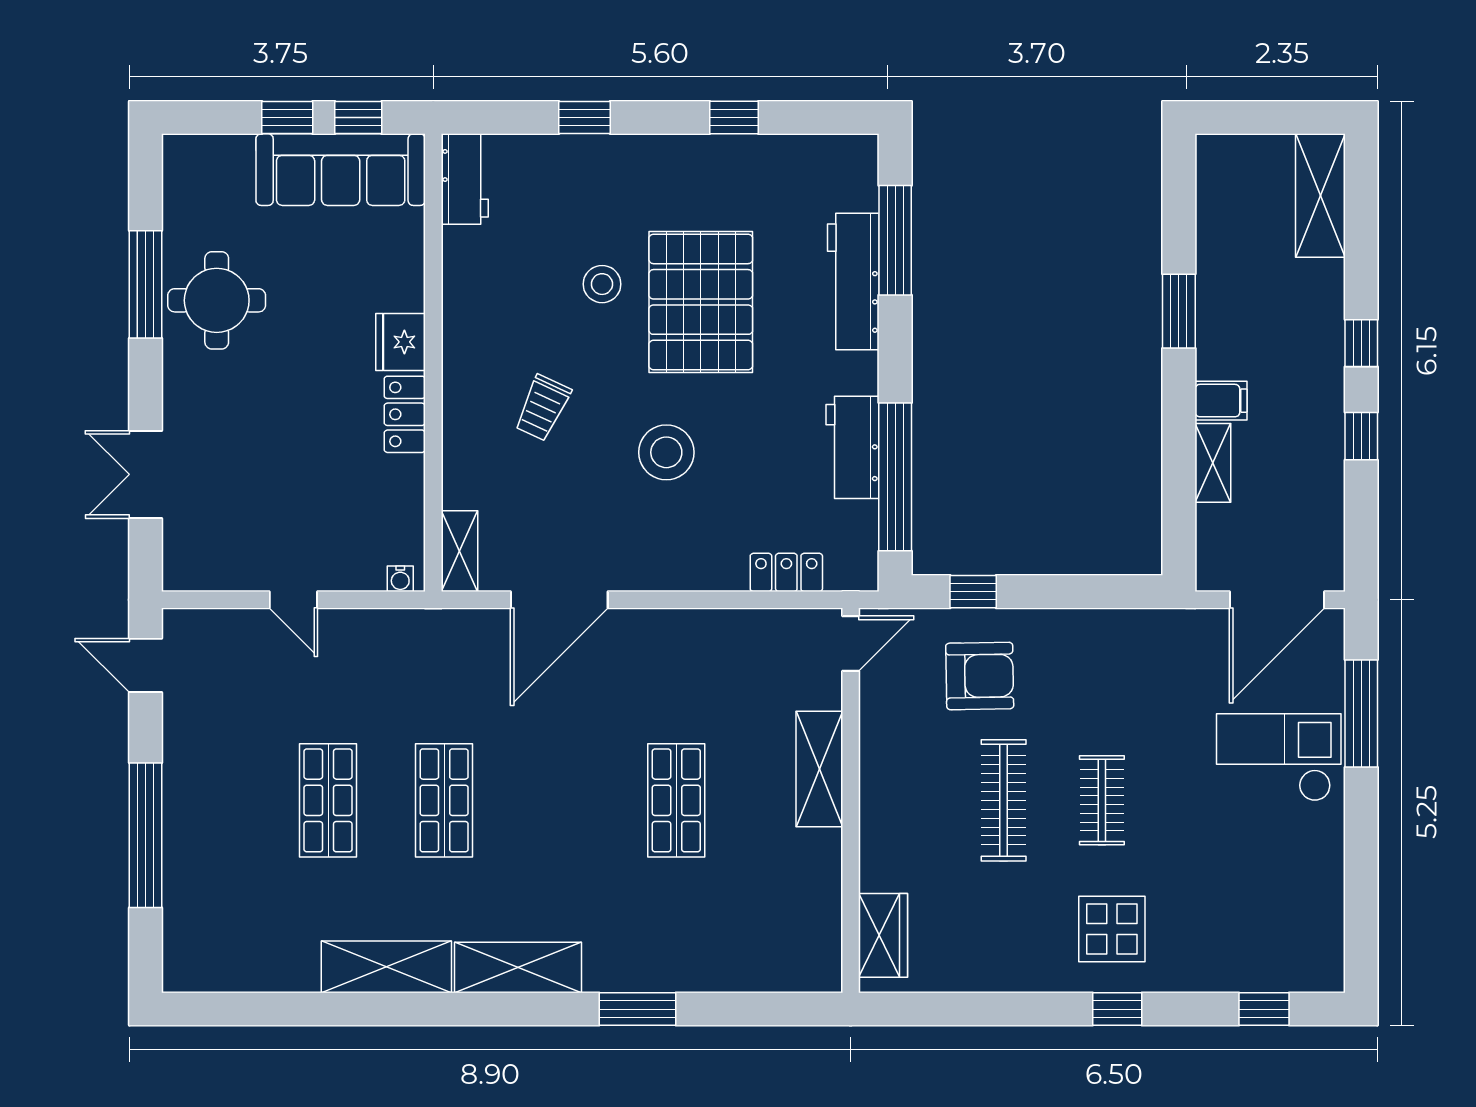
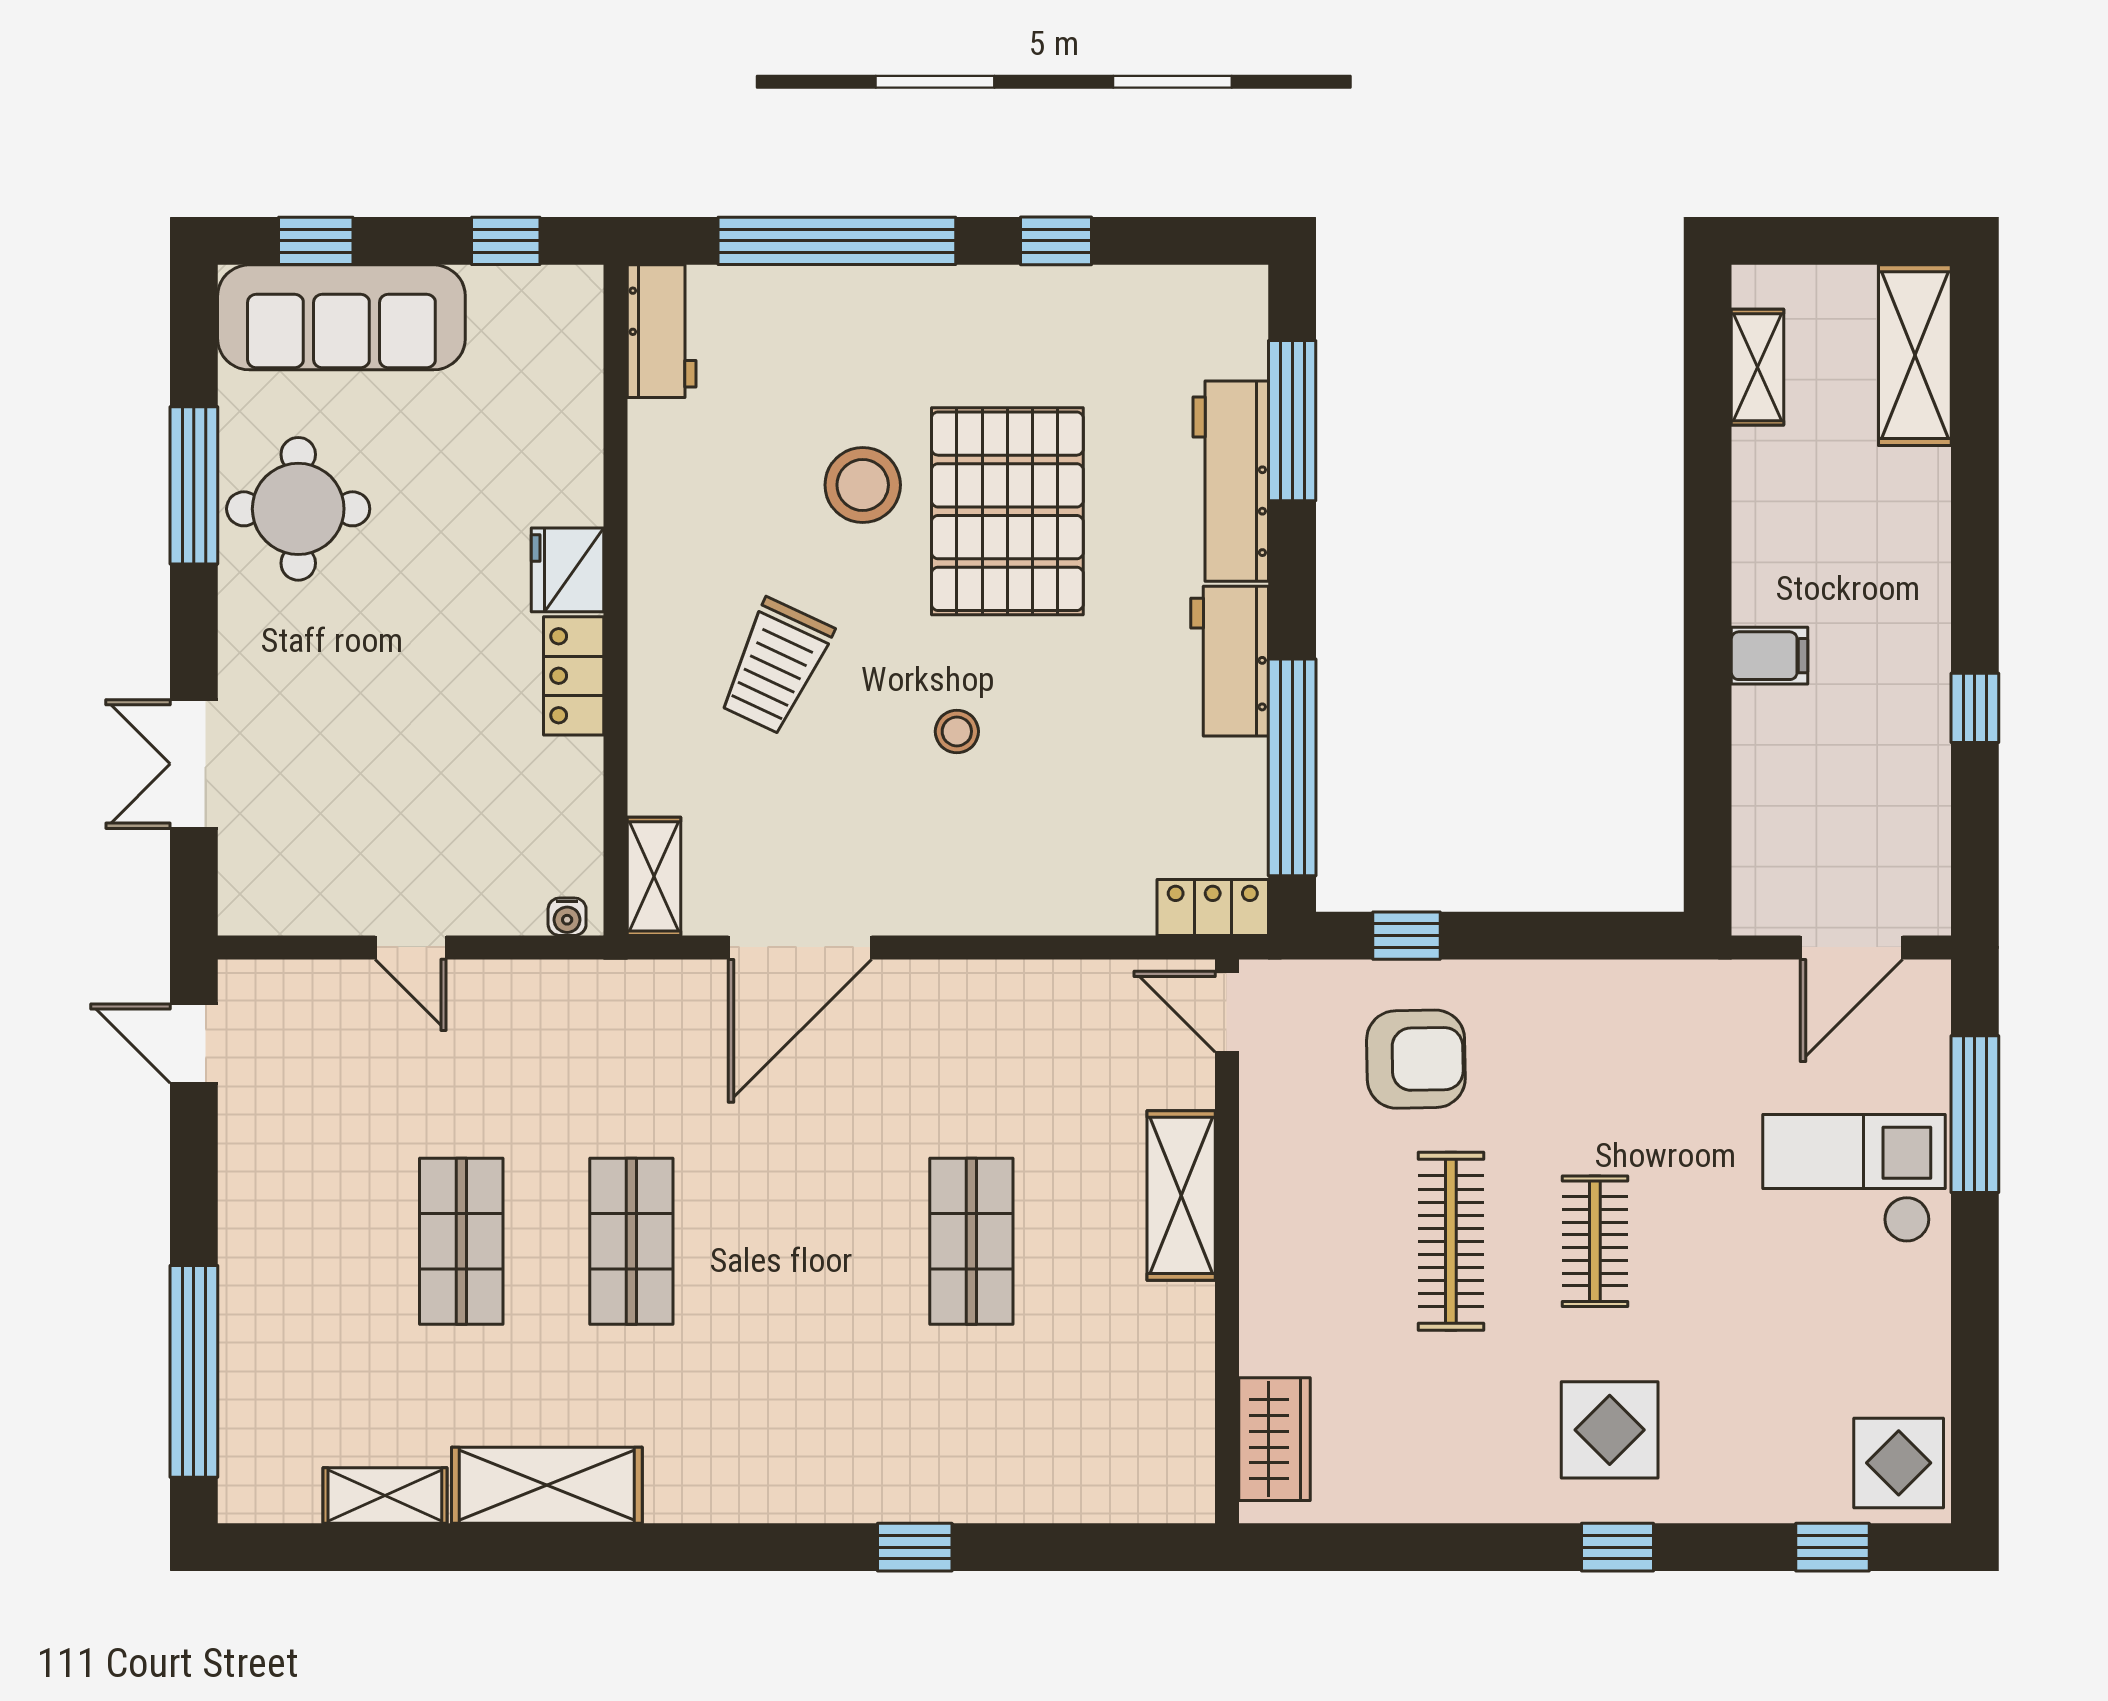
window: (287, 118) -> (316, 241), moved
window: (584, 118) -> (837, 241), width x3.17
sofa: (341, 170) -> (341, 317), moved
stool: (602, 284) -> (863, 485), width x1.38, depth x1.38
window: (1179, 311) -> (1708, 525), removed
window: (1361, 343) -> (1975, 571), removed
trolley: (543, 408) -> (776, 666), width x1.36, depth x1.39
workbench: (853, 447) -> (1230, 661), moved
stool: (666, 452) -> (957, 731), width x0.53, depth x0.53
shelving: (1213, 463) -> (1758, 367), moved
locker: (786, 572) -> (1213, 907), moved
door: (1277, 600) -> (1851, 947), width x0.73
door: (851, 644) -> (1227, 1012), swing flipped
window: (146, 835) -> (194, 1371), moved
display table: (1309, 952) -> (1899, 1463), added
shelving: (518, 967) -> (385, 1495), moved, width x0.67, depth x0.75
window: (638, 1009) -> (915, 1547), width x0.67

